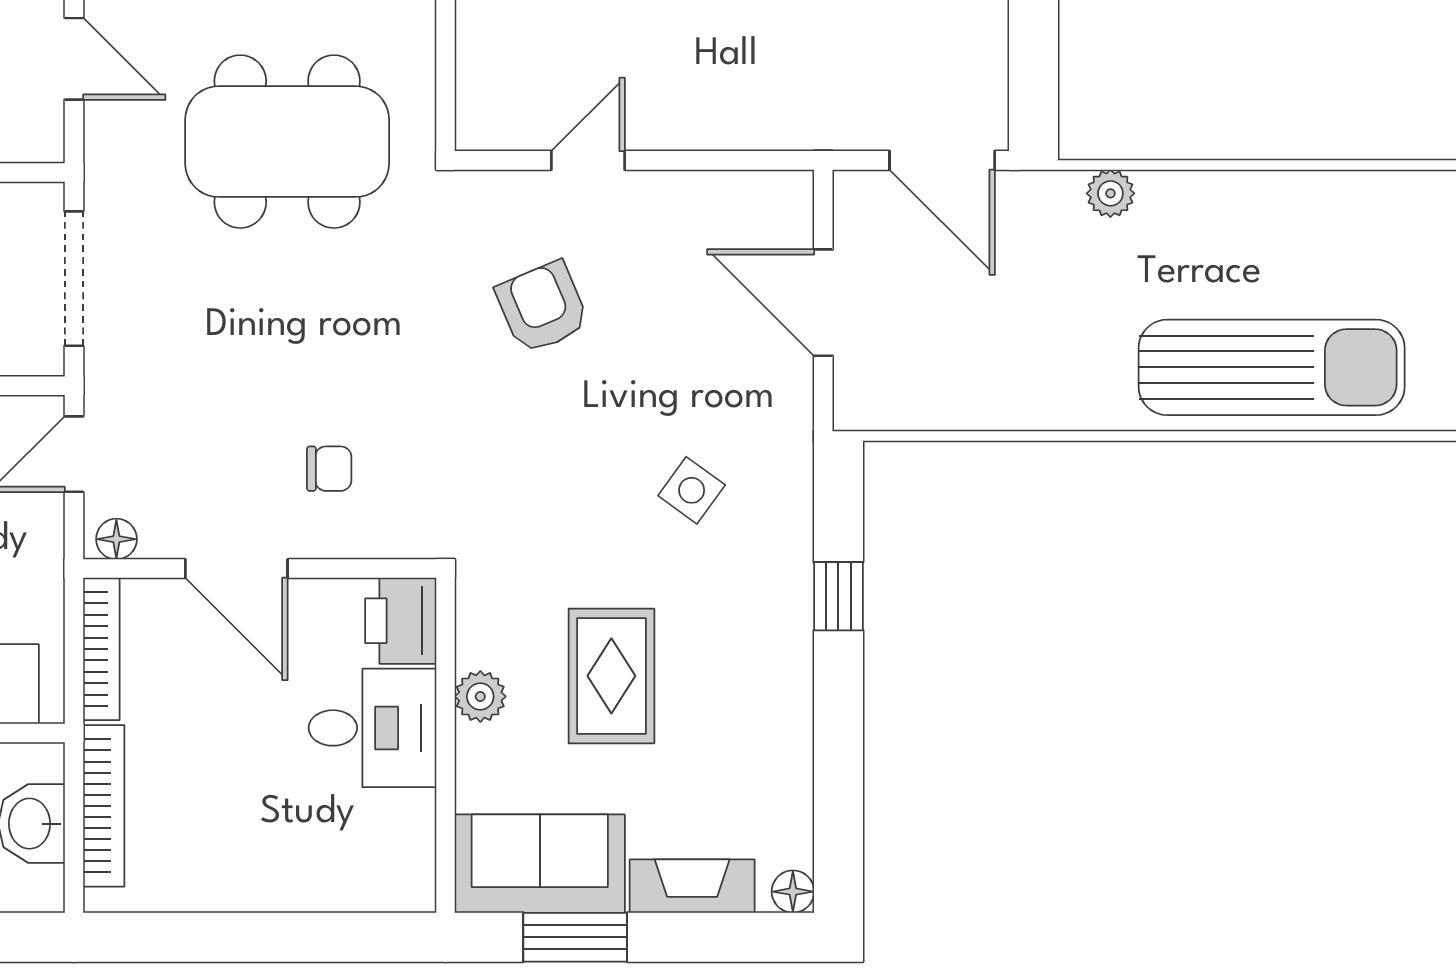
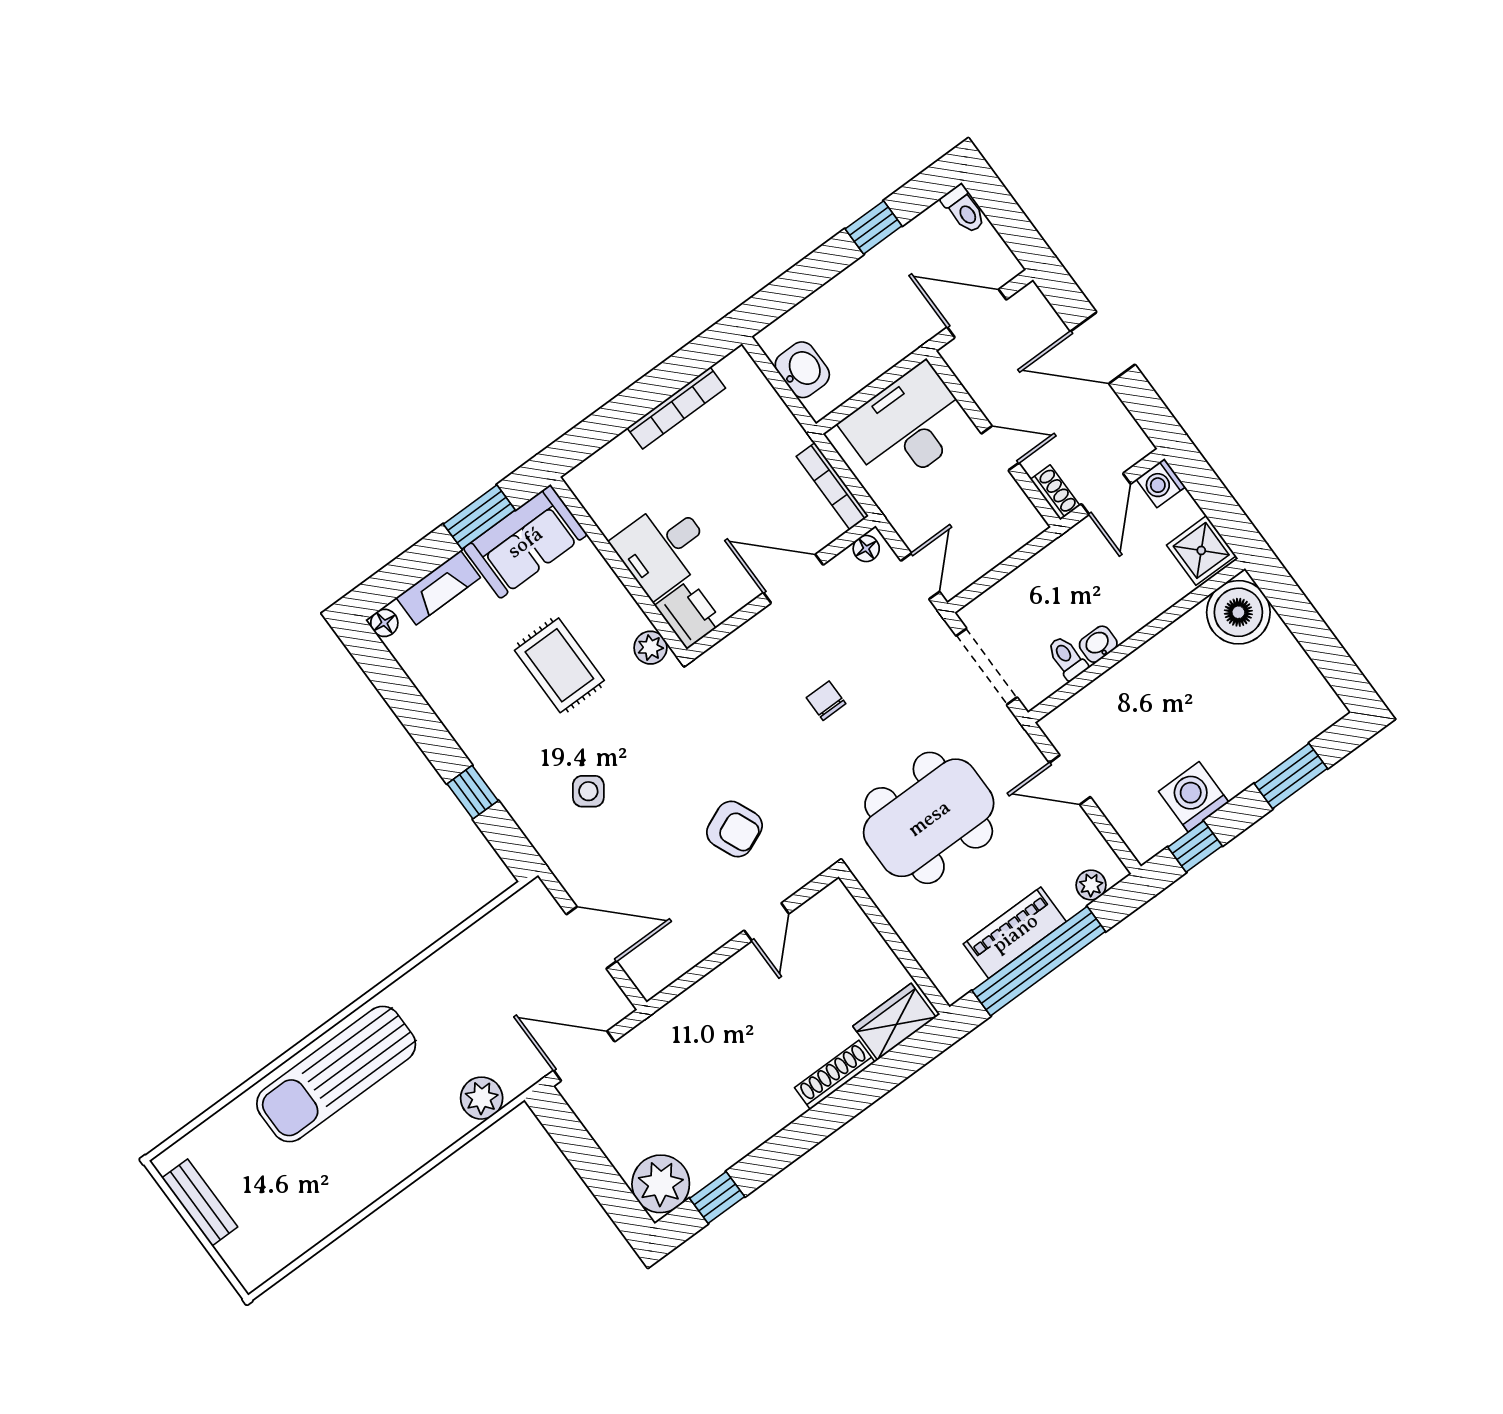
plant: (1110, 193) -> (482, 1098), width x1.38, depth x1.38
chair: (329, 469) -> (826, 701), moved, turned 90
plant: (480, 696) -> (650, 648), moved
bookcase: (104, 806) -> (676, 408), moved, turned -90

